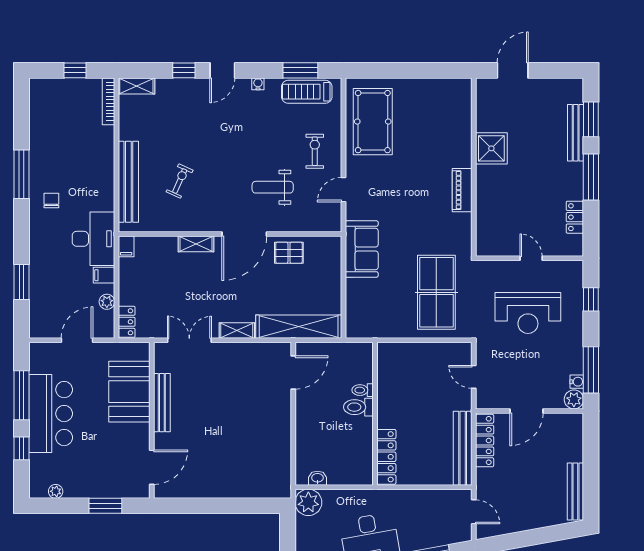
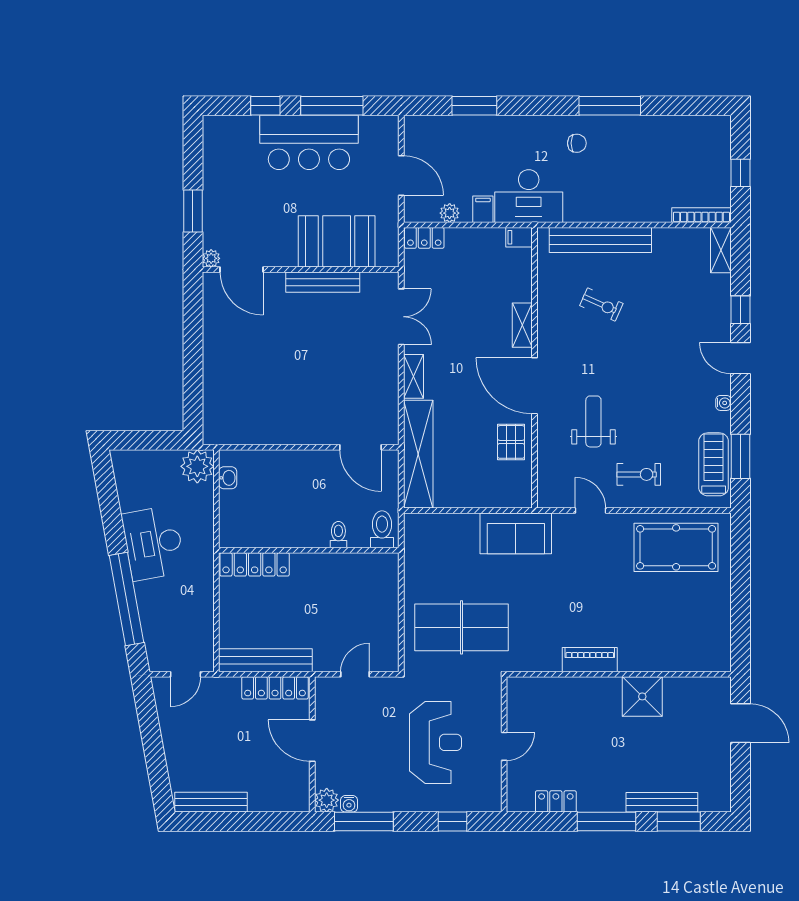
reception desk: (528, 313) -> (435, 742), turned 180
toilet: (358, 407) -> (382, 529), moved
plant: (56, 491) -> (211, 258), moved

